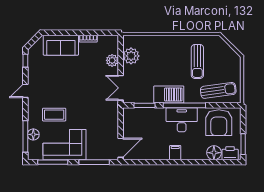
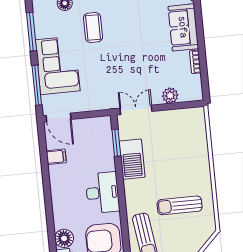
plant: (131, 56) -> (178, 119), removed
barbecue: (169, 95) -> (132, 159), moved
window: (184, 105) -> (121, 194), removed
corner sofa: (64, 145) -> (58, 65), moved
filing cabinet: (175, 153) -> (56, 157), moved

